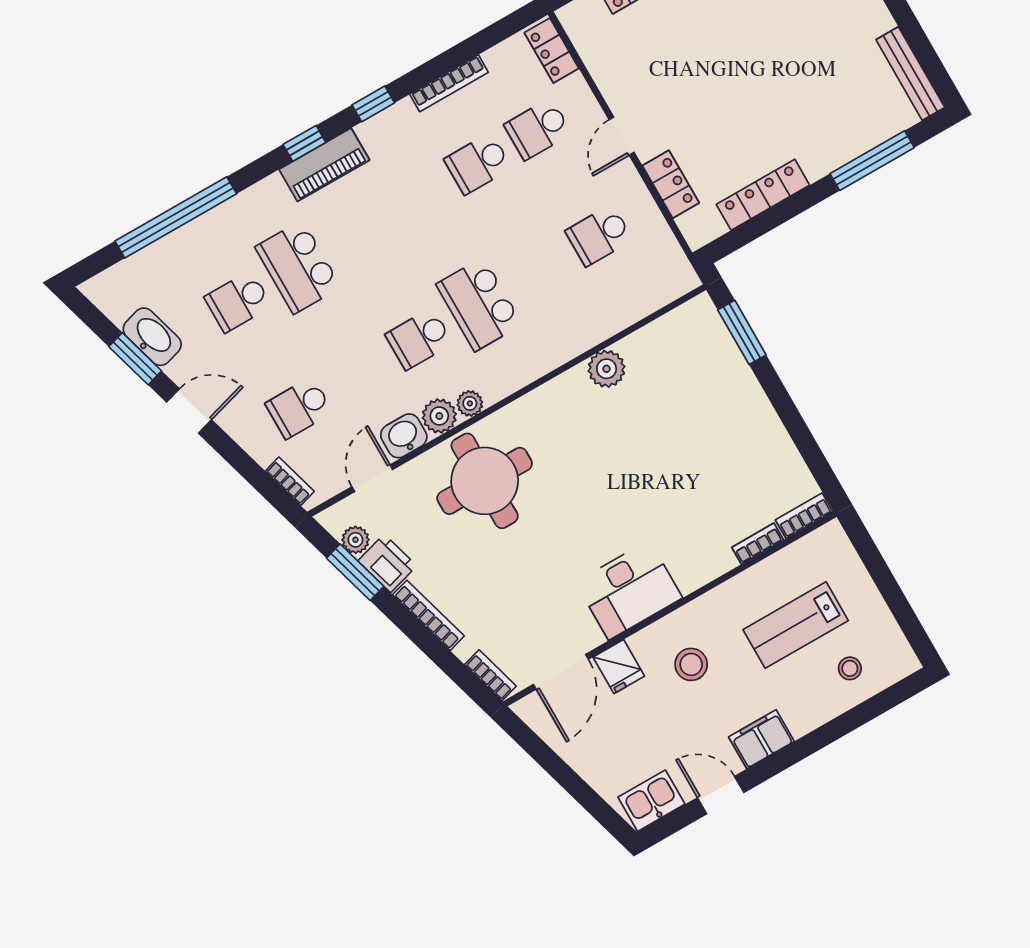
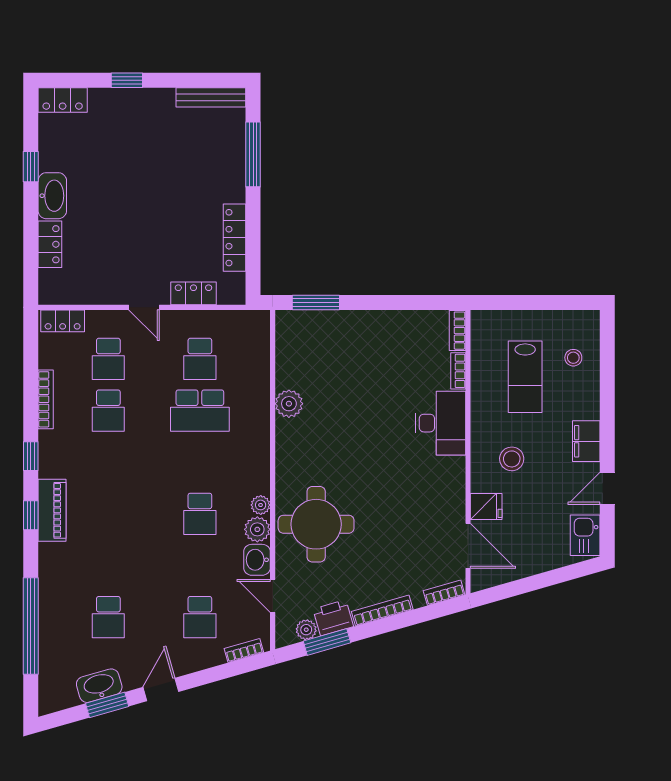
school desk: (298, 267) -> (108, 565), removed
school desk: (479, 304) -> (200, 411), moved
desk: (629, 590) -> (440, 423), moved

